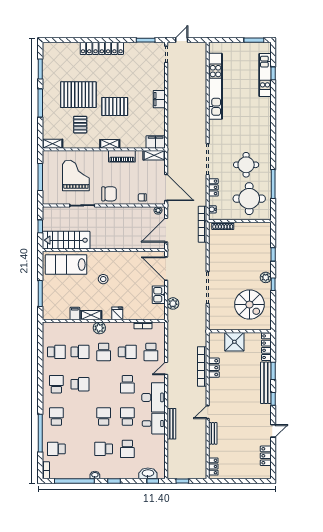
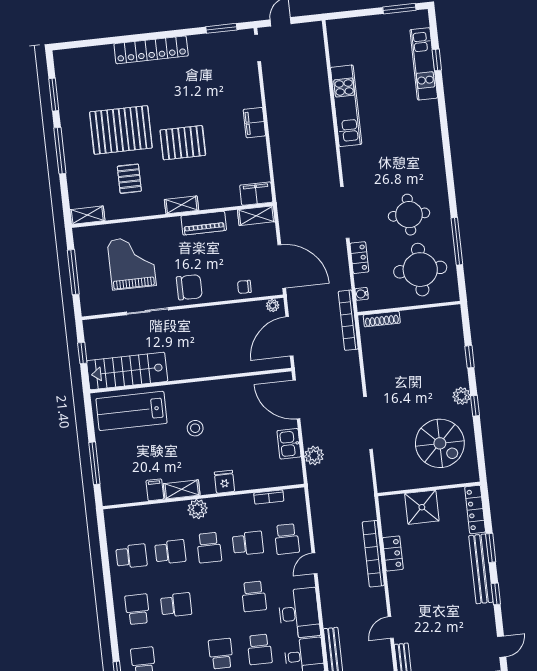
kitchen unit: (216, 86) -> (346, 106), width x0.73
school desk: (127, 417) -> (260, 649), turned 180

